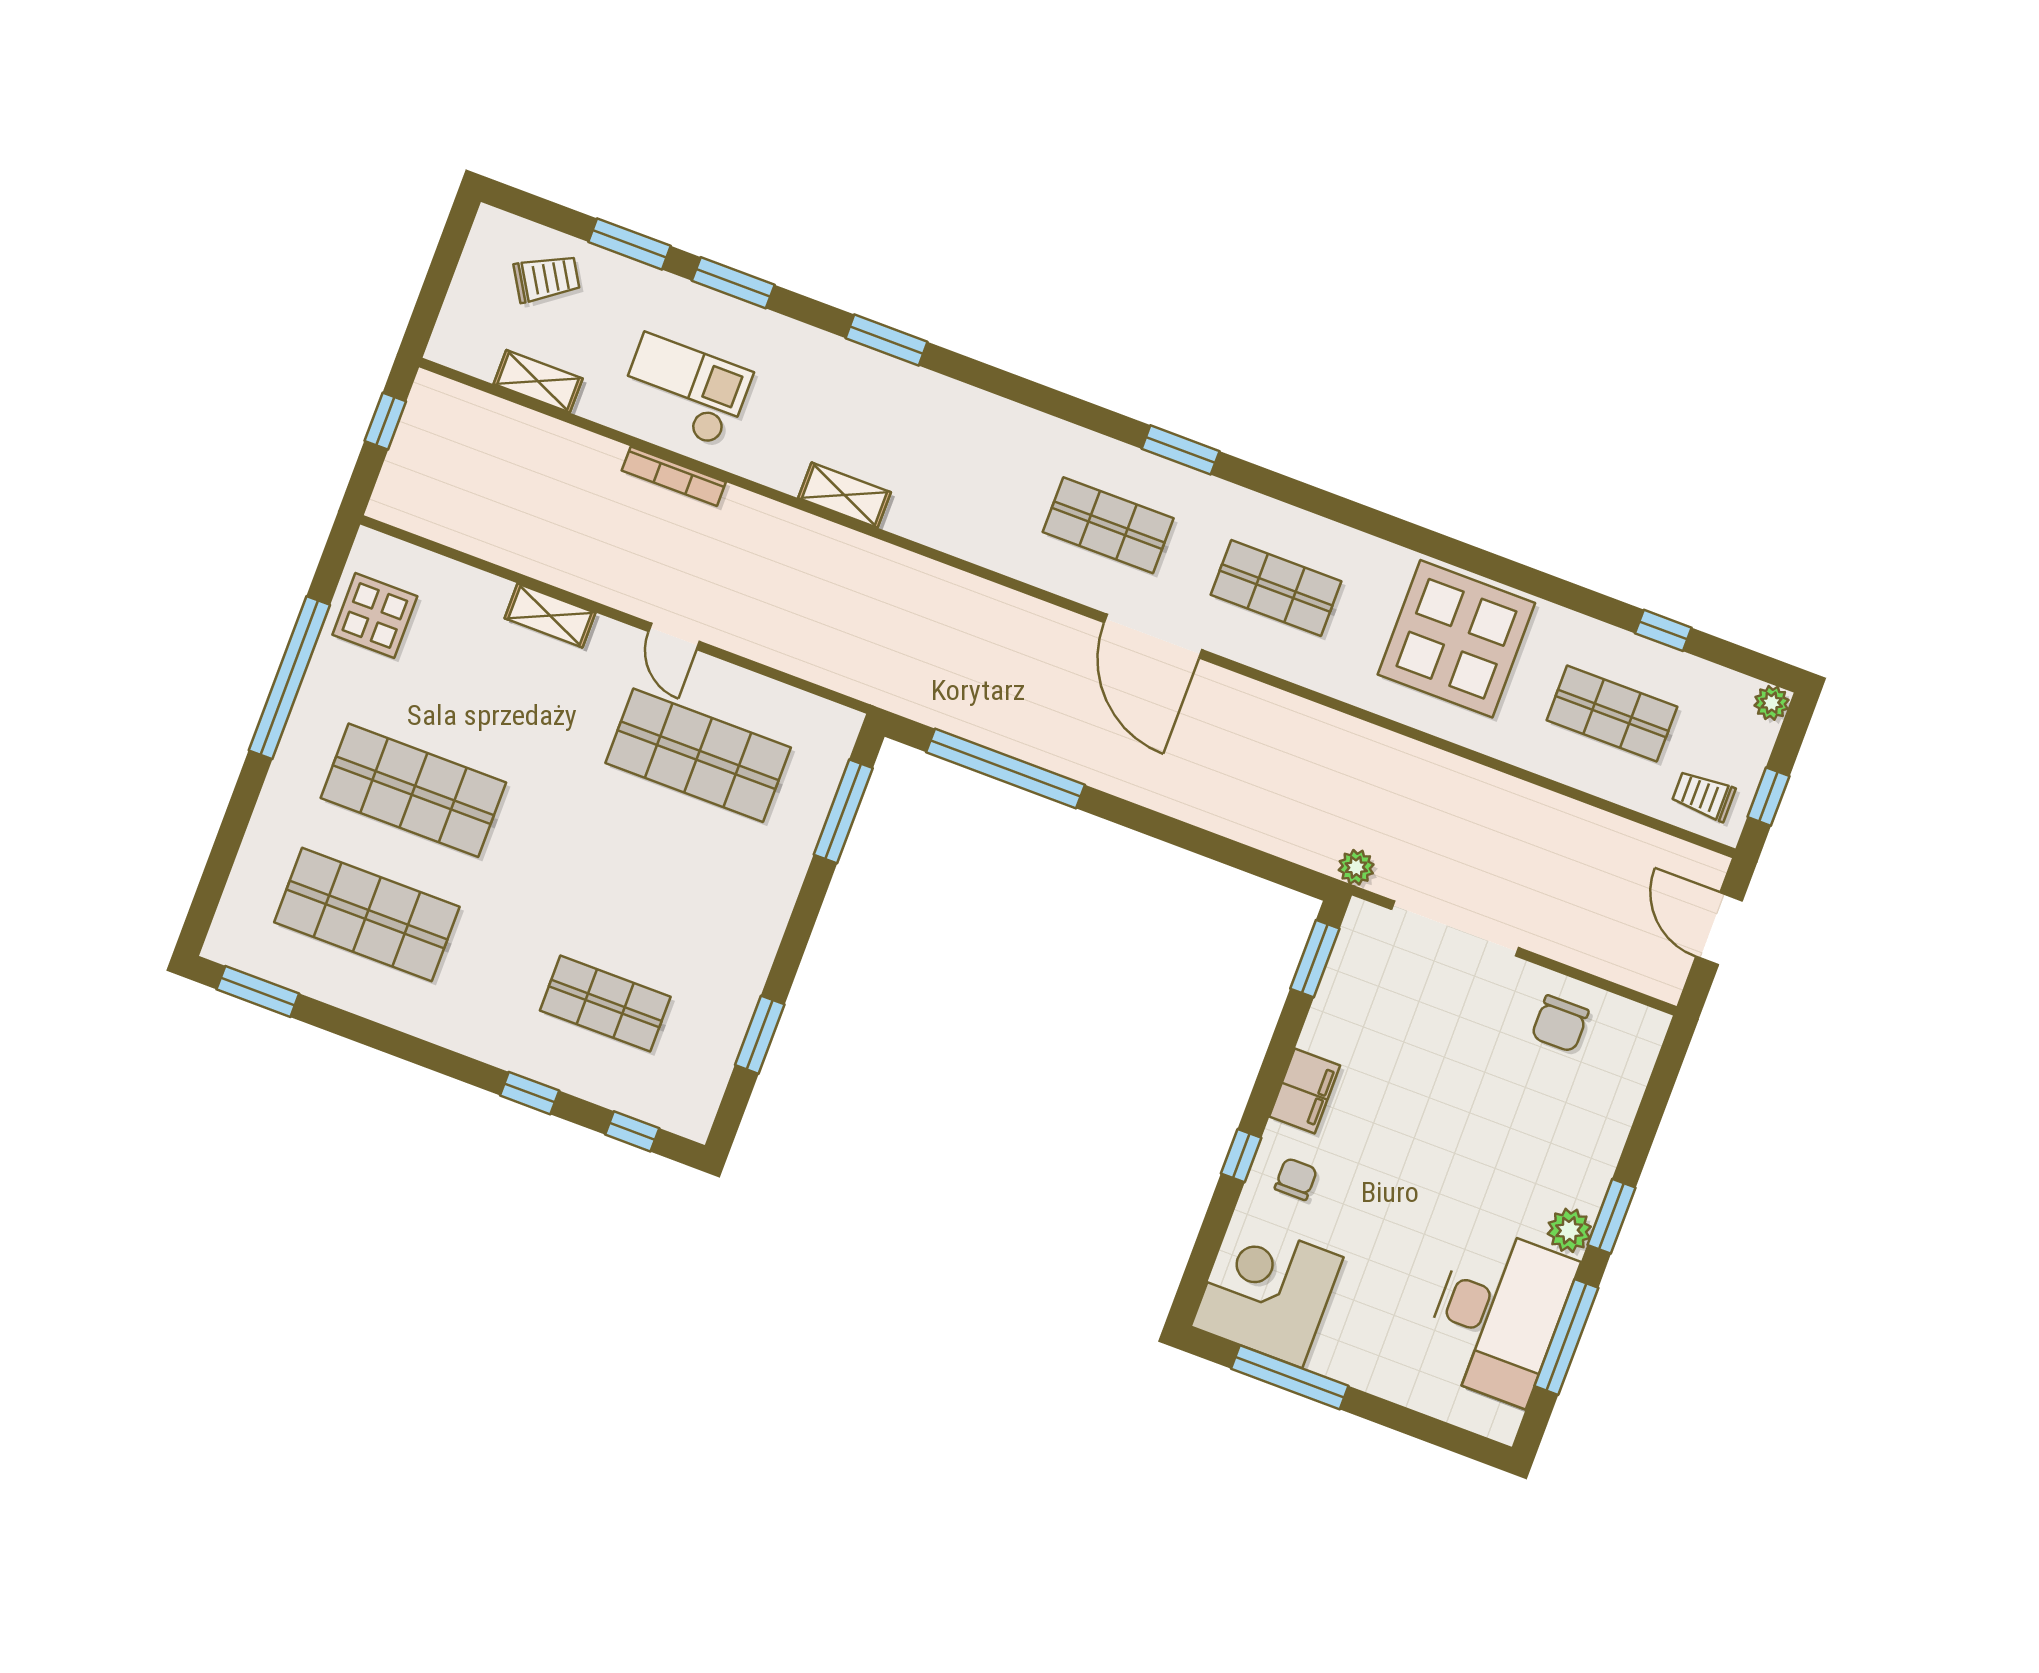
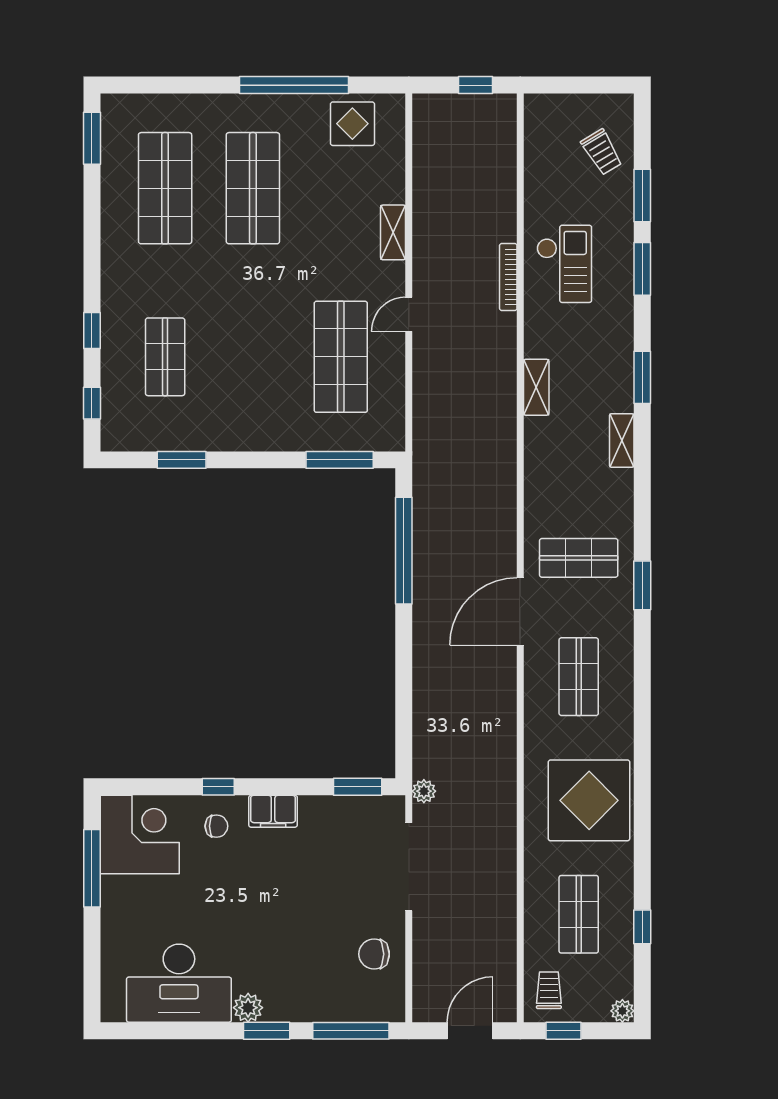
shelving: (538, 381) -> (622, 440), moved
shop shelf: (1108, 525) -> (579, 558), turned 90
window: (1566, 1337) -> (351, 1031), moved

